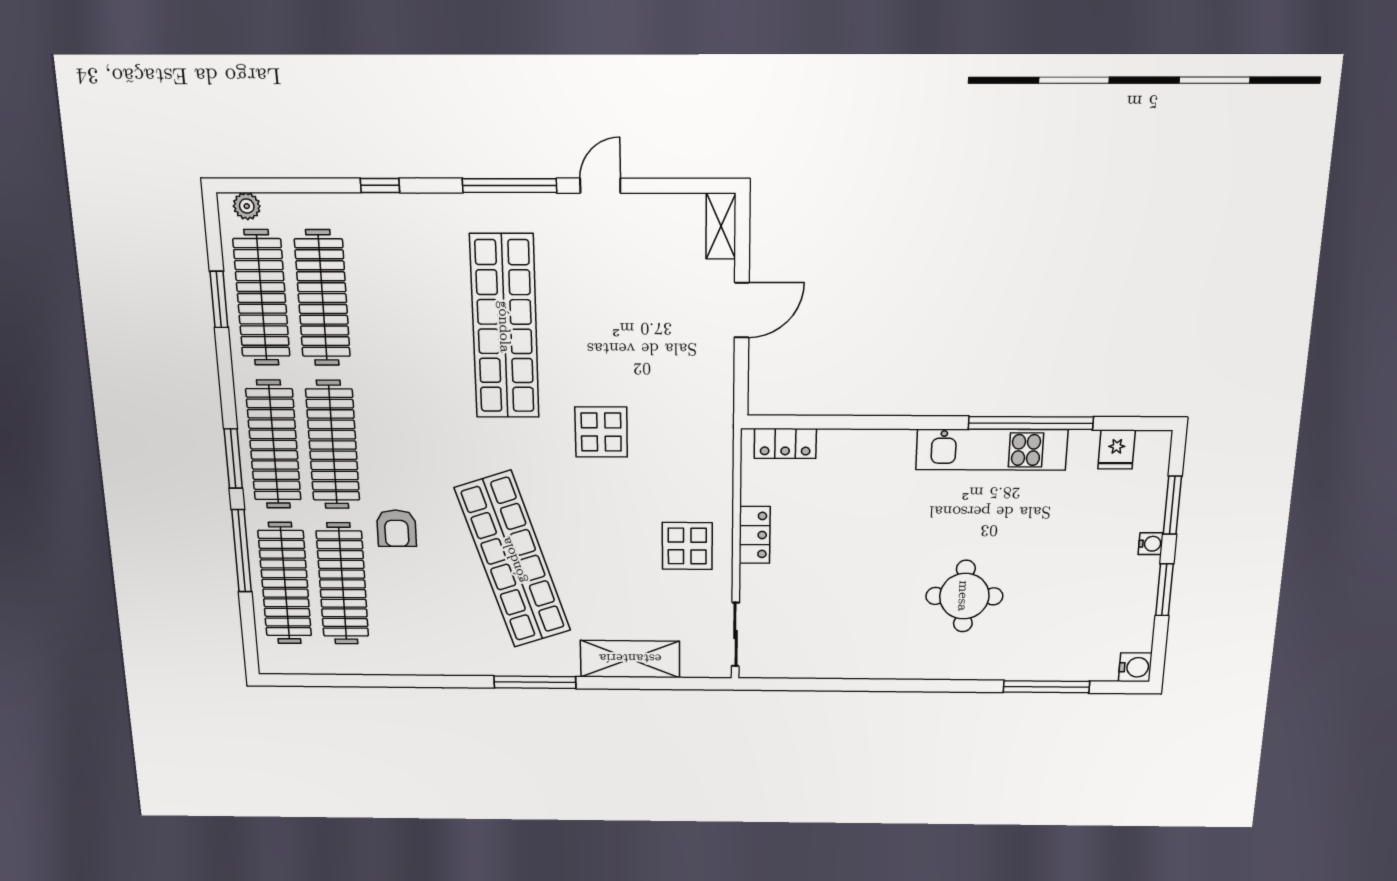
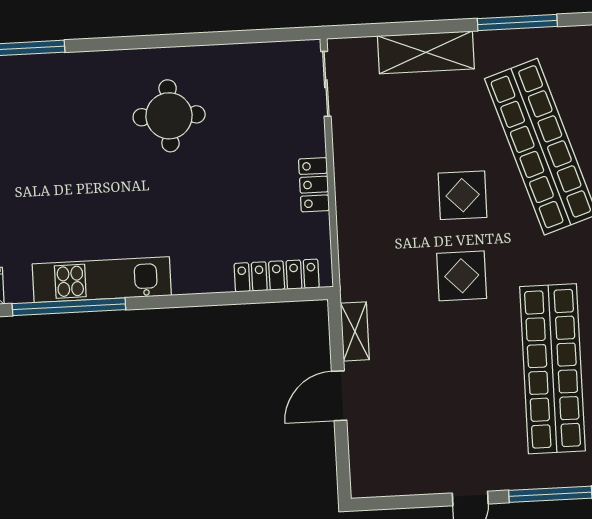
shelving: (721, 226) -> (355, 331), moved
locker: (785, 443) -> (277, 276), width x1.53
display table: (687, 546) -> (463, 195), moved
round table: (964, 596) -> (169, 116), moved

